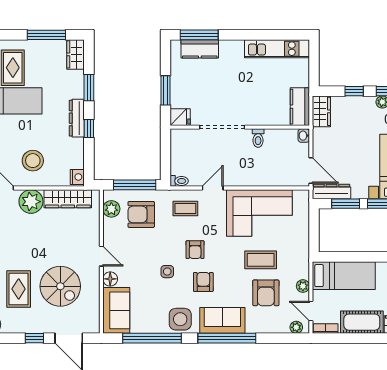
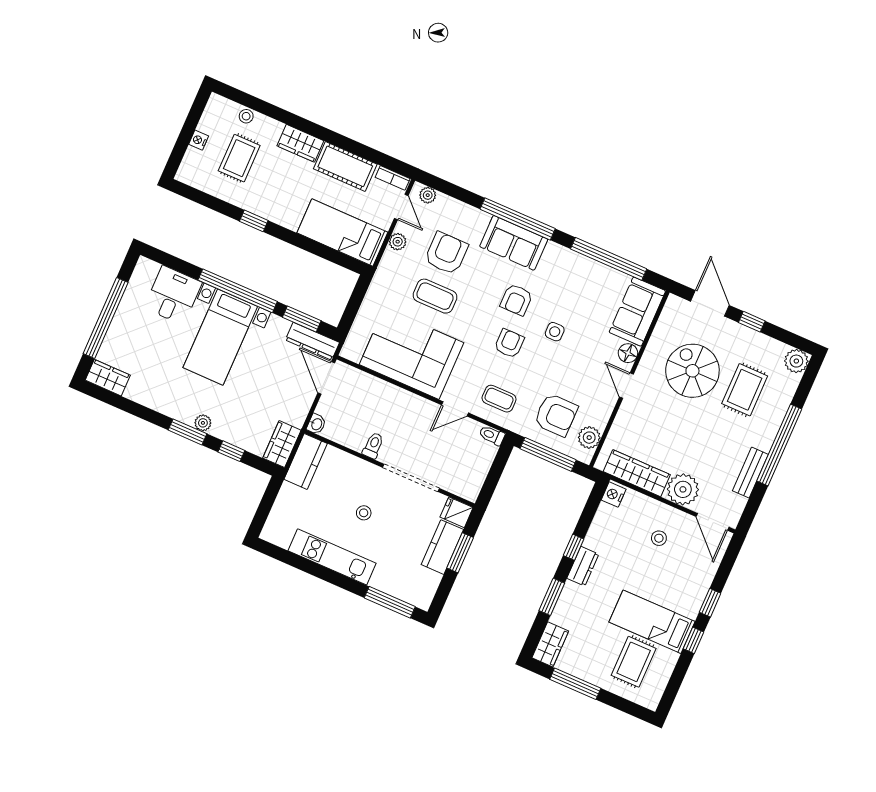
kitchen counter: (200, 49) -> (442, 547), moved, turned -90
kitchen unit: (277, 49) -> (332, 557), moved
stool: (244, 89) -> (364, 513), added
dresser: (77, 118) -> (583, 566), width x0.70
stool: (33, 161) -> (659, 538), width x0.53, depth x0.53
side table: (180, 319) -> (564, 267), removed

